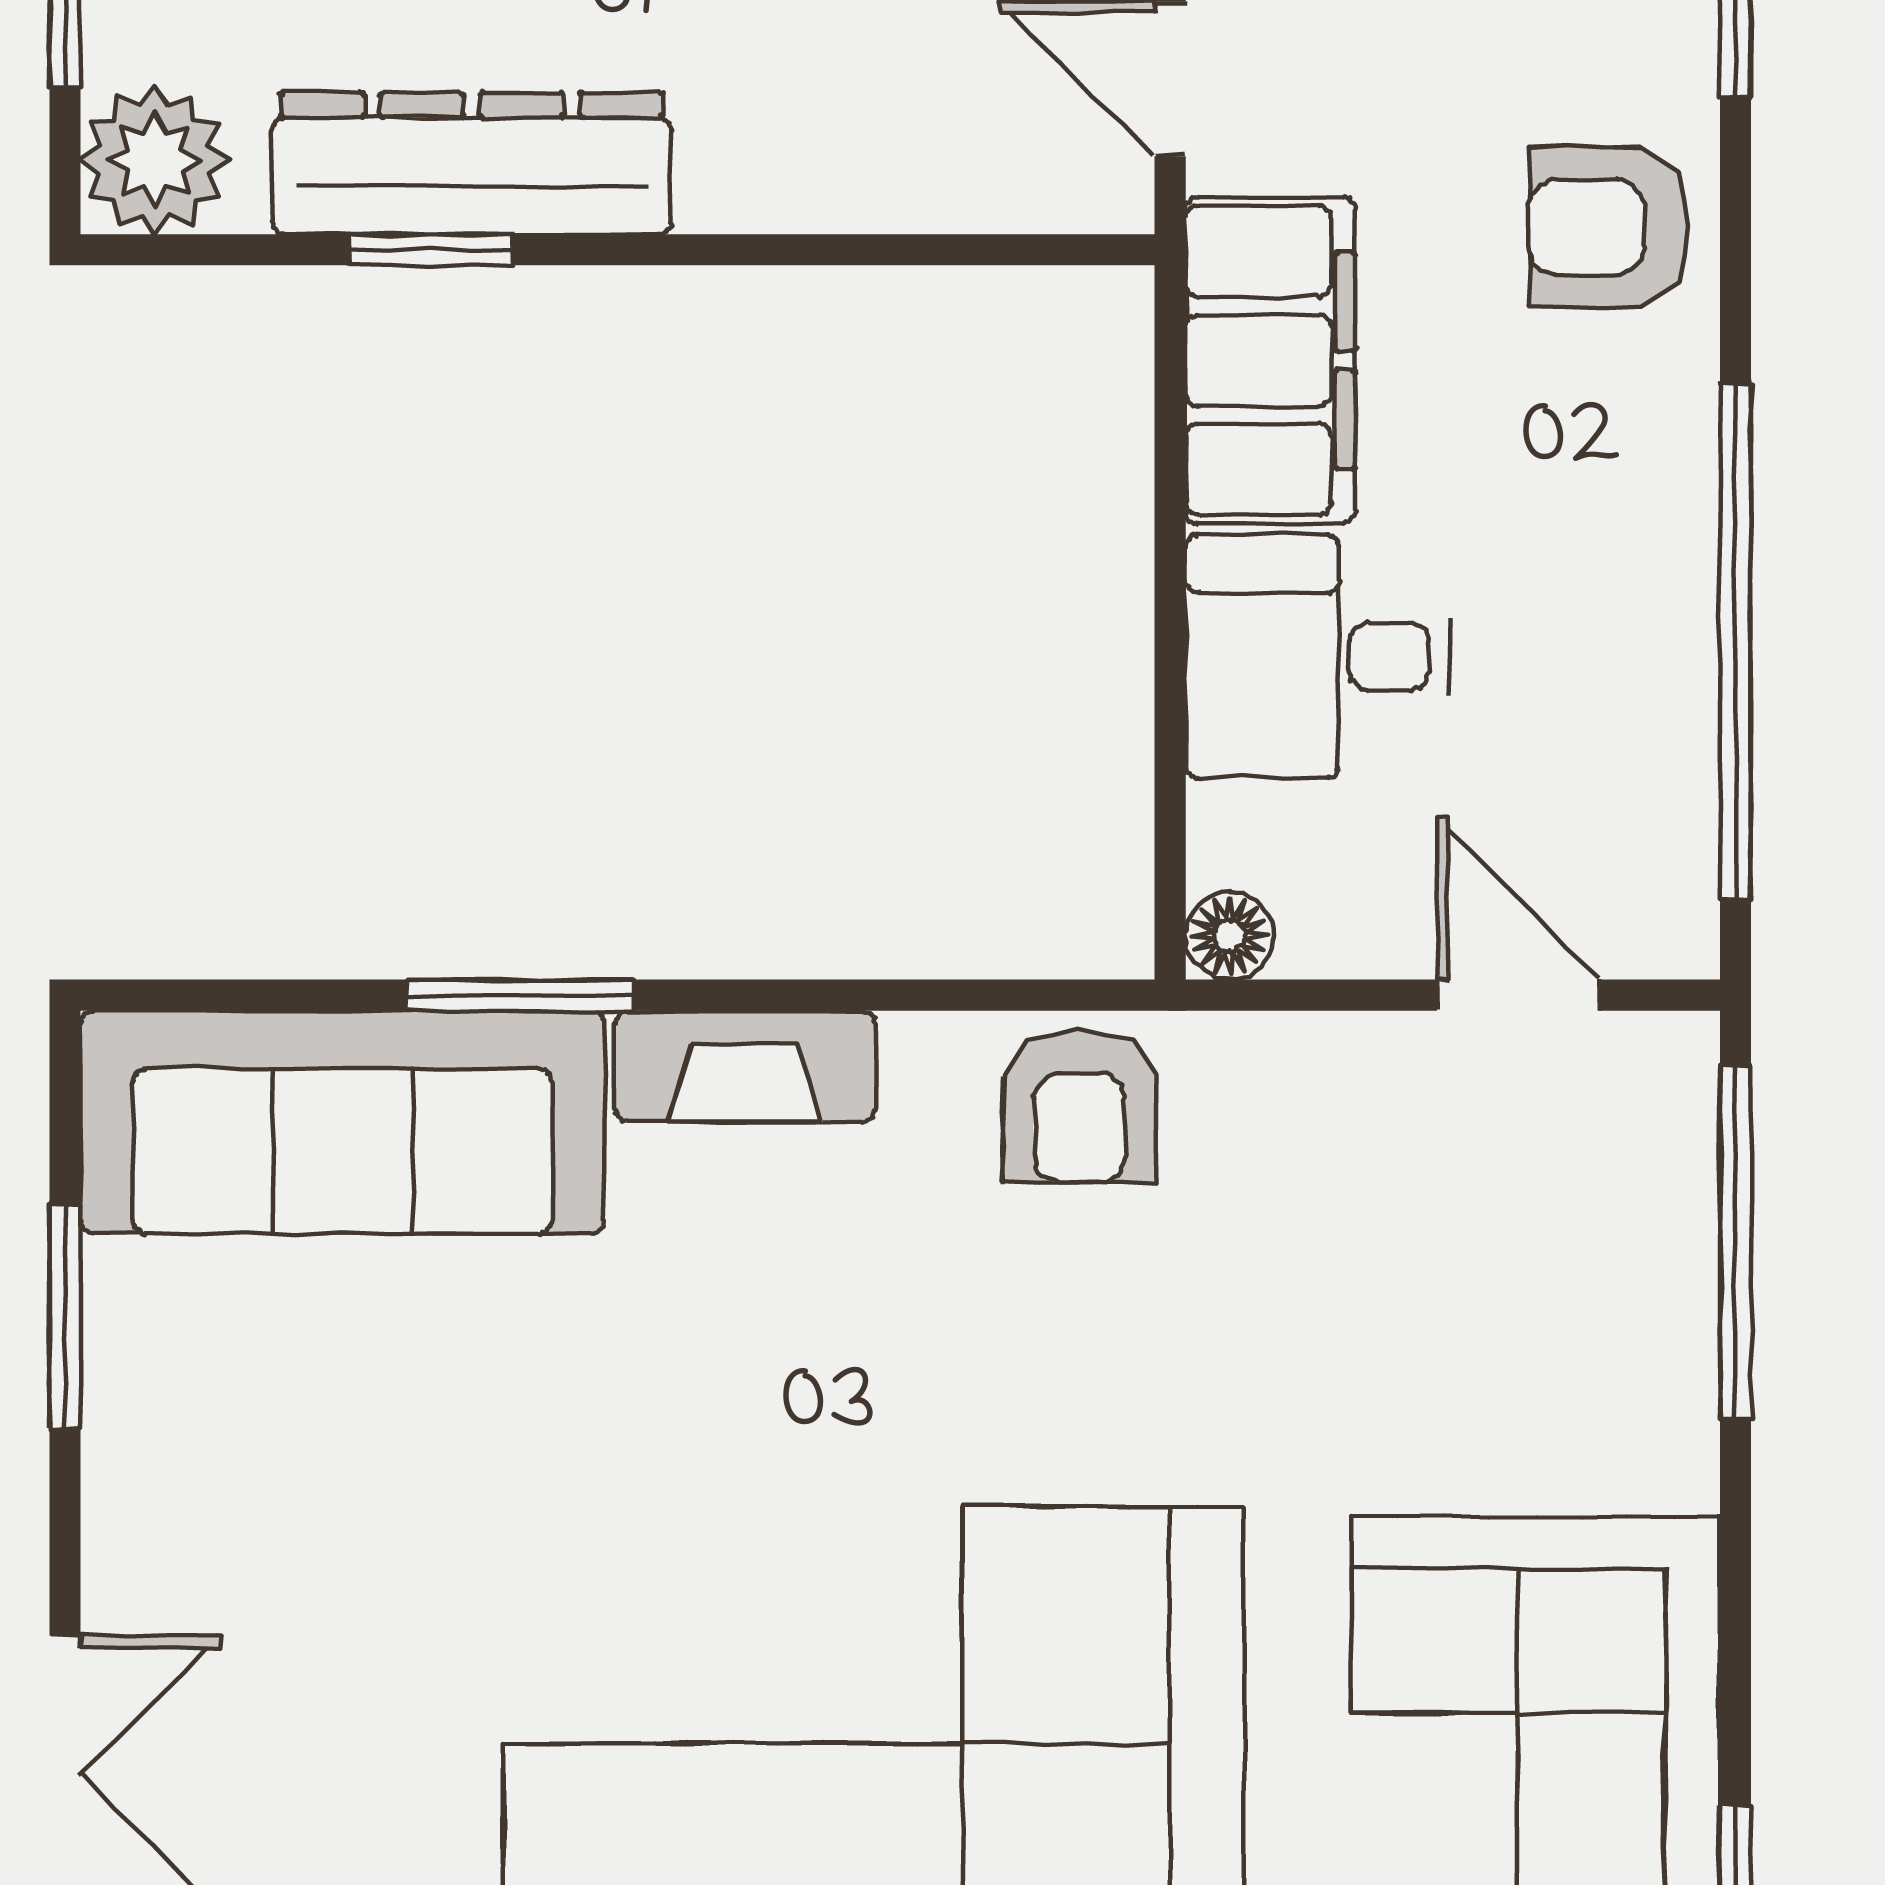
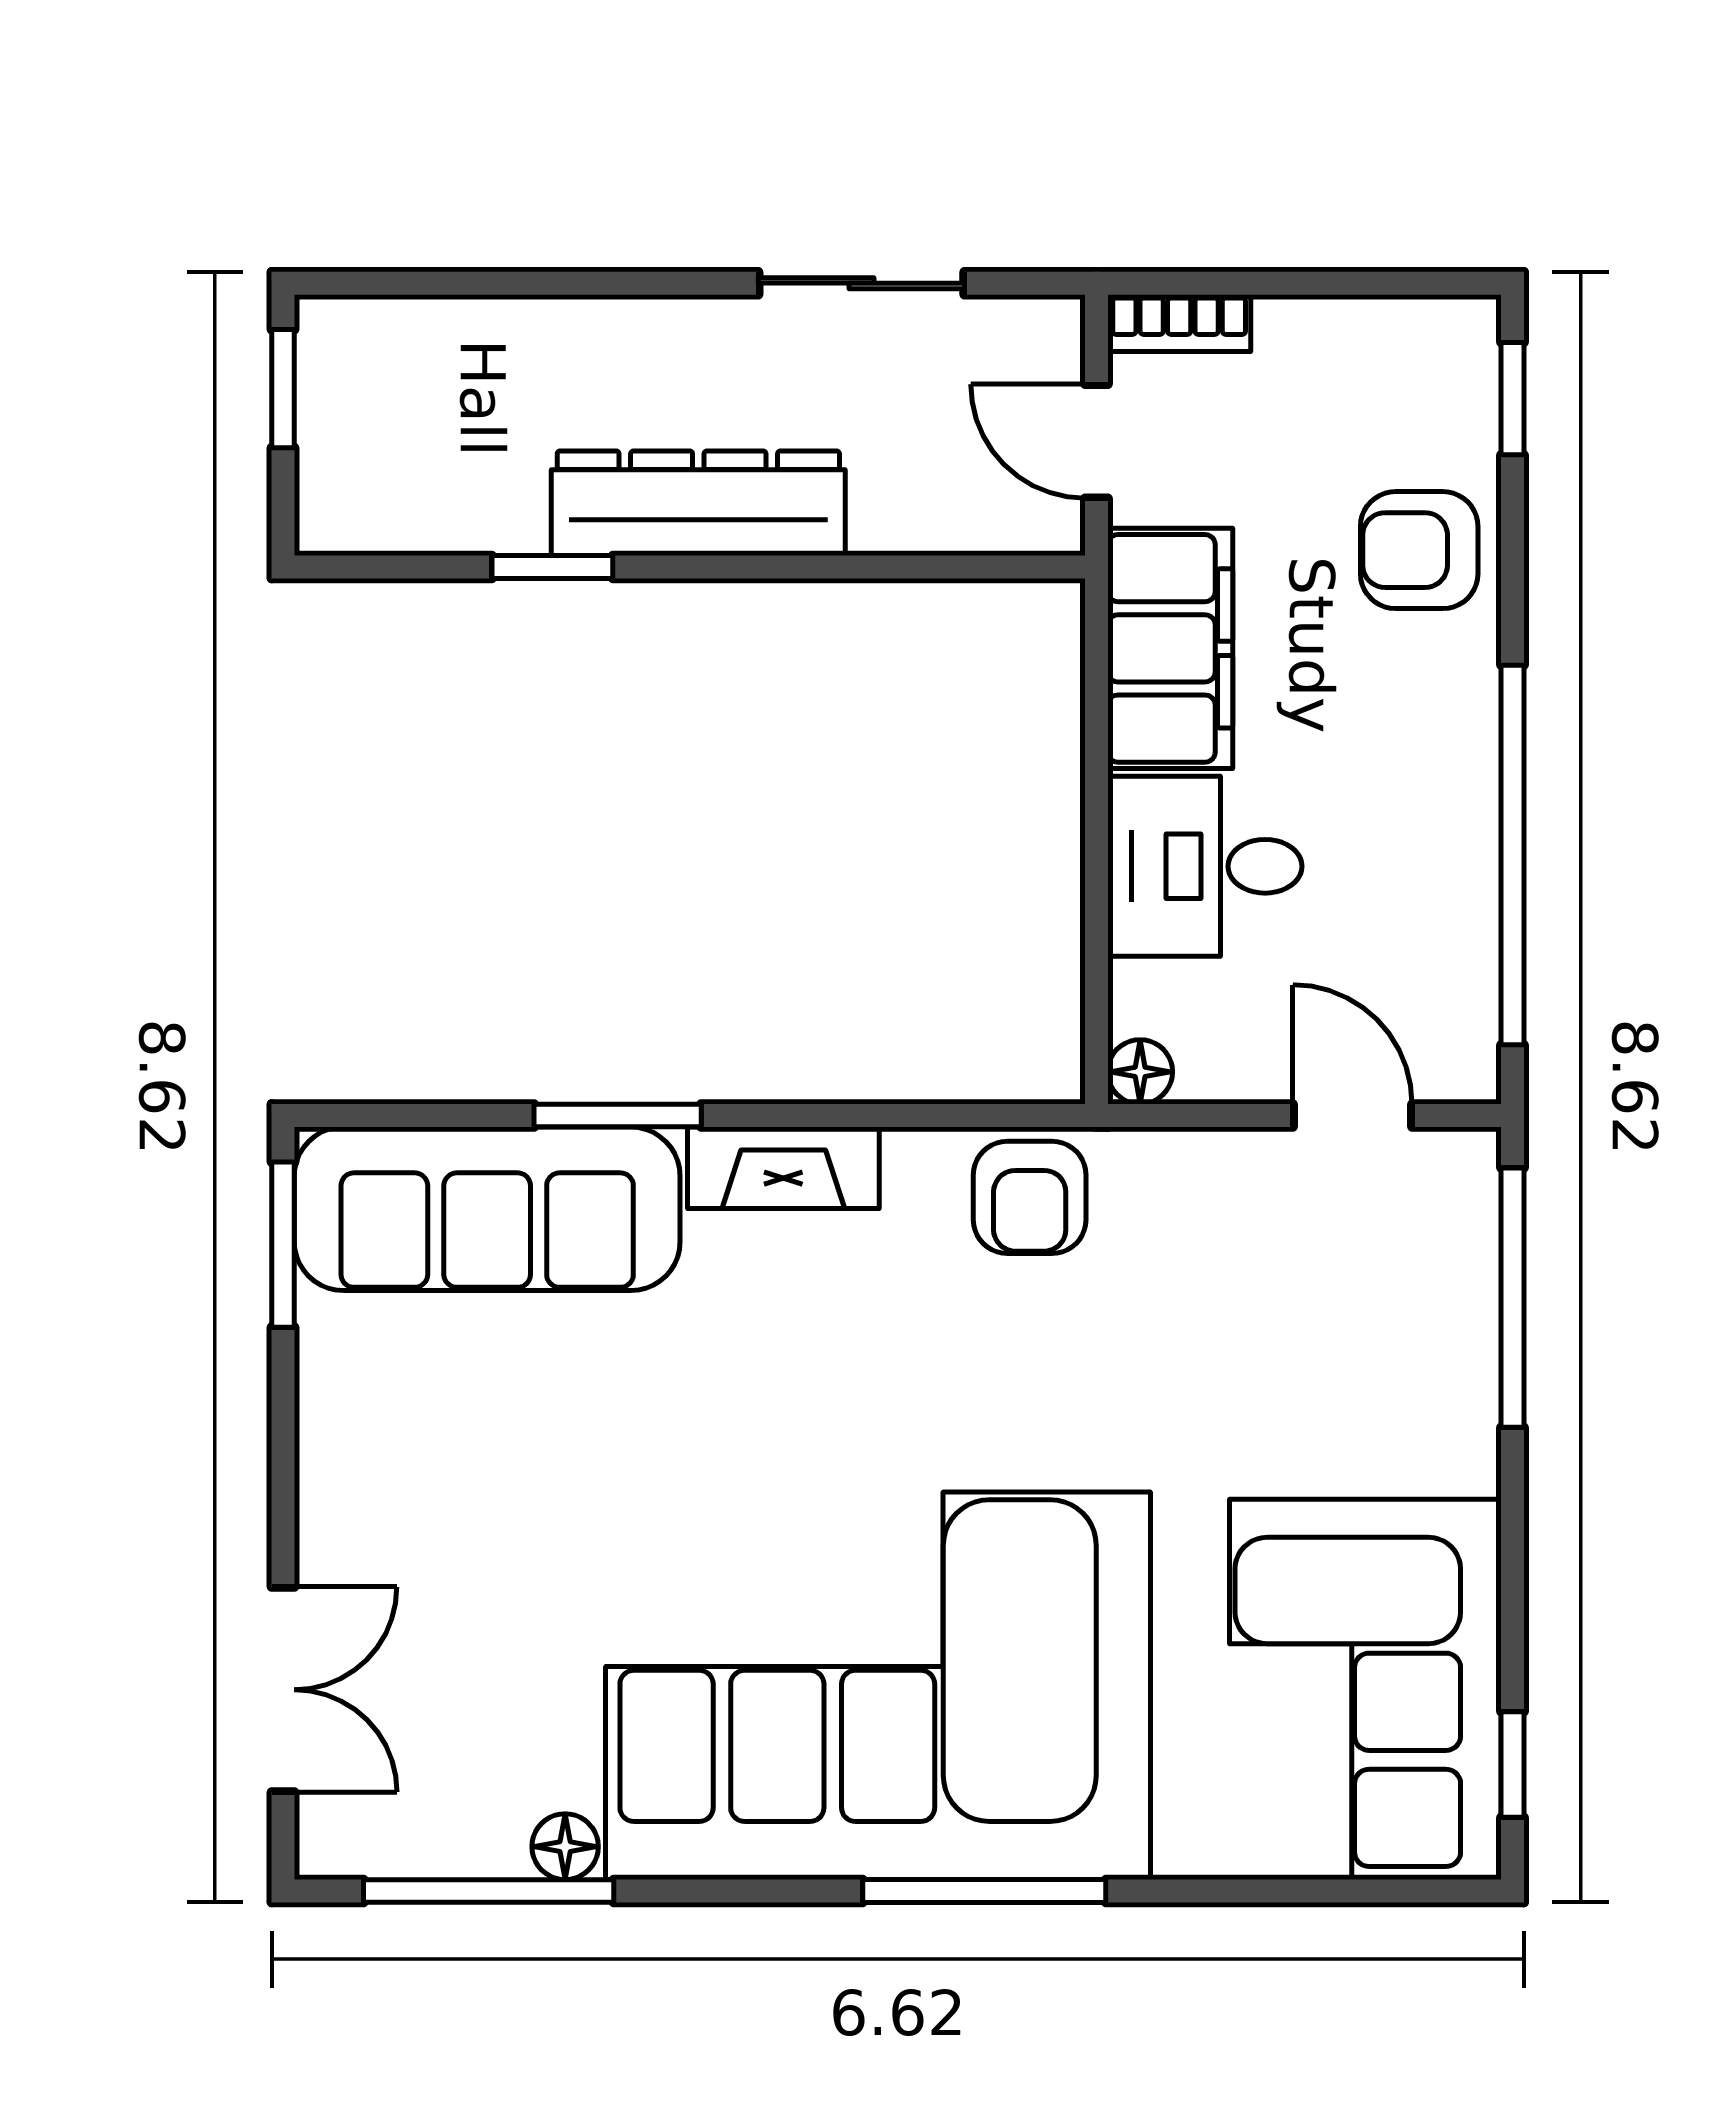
plant: (155, 160) -> (349, 501), removed
dresser: (472, 163) -> (698, 503), moved
window: (65, 1316) -> (283, 1245), moved

